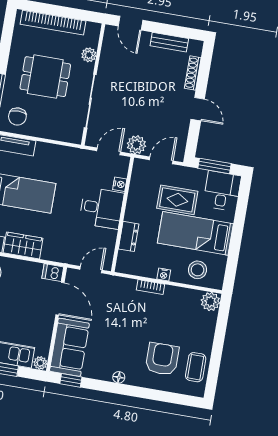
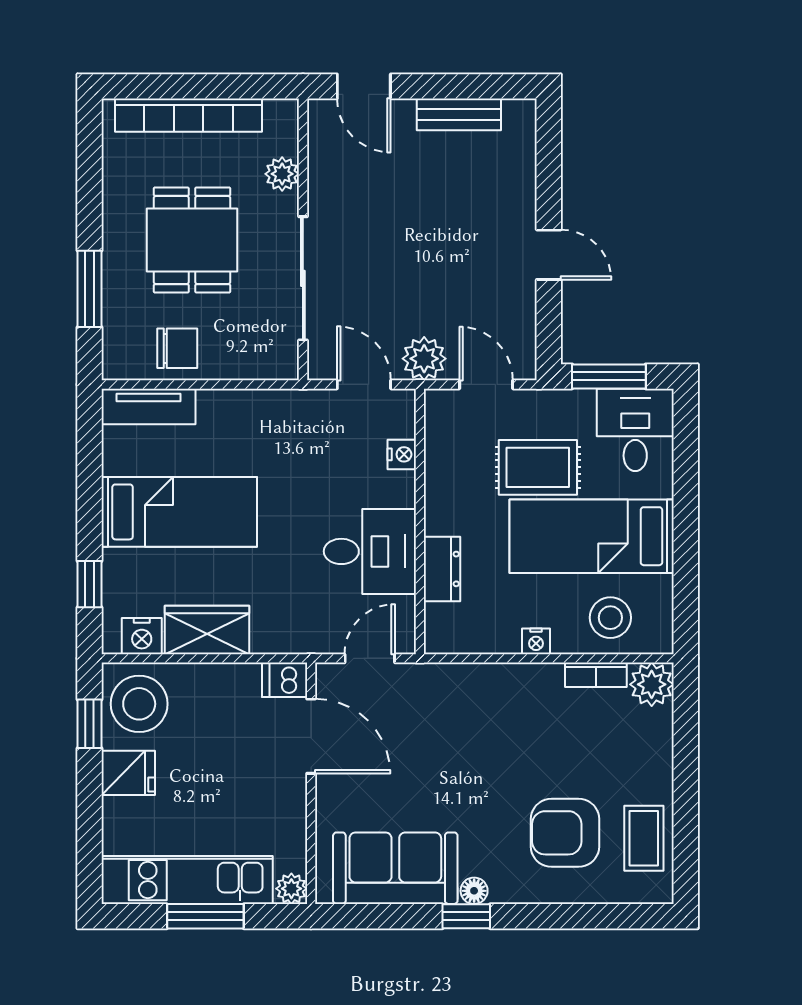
shoe rack: (193, 73) -> (524, 175), removed
dining table: (45, 77) -> (192, 240), turned 90
chair: (17, 117) -> (177, 348), moved, turned -90
door: (109, 151) -> (364, 384), hinge flipped
door: (161, 160) -> (486, 384), hinge flipped
desk: (102, 208) -> (370, 551), moved
bookcase: (150, 287) -> (596, 675), moved
sofa: (69, 347) -> (395, 868), moved, turned -90
armchair: (162, 359) -> (565, 833), turned -90
window: (71, 380) -> (466, 916), moved

